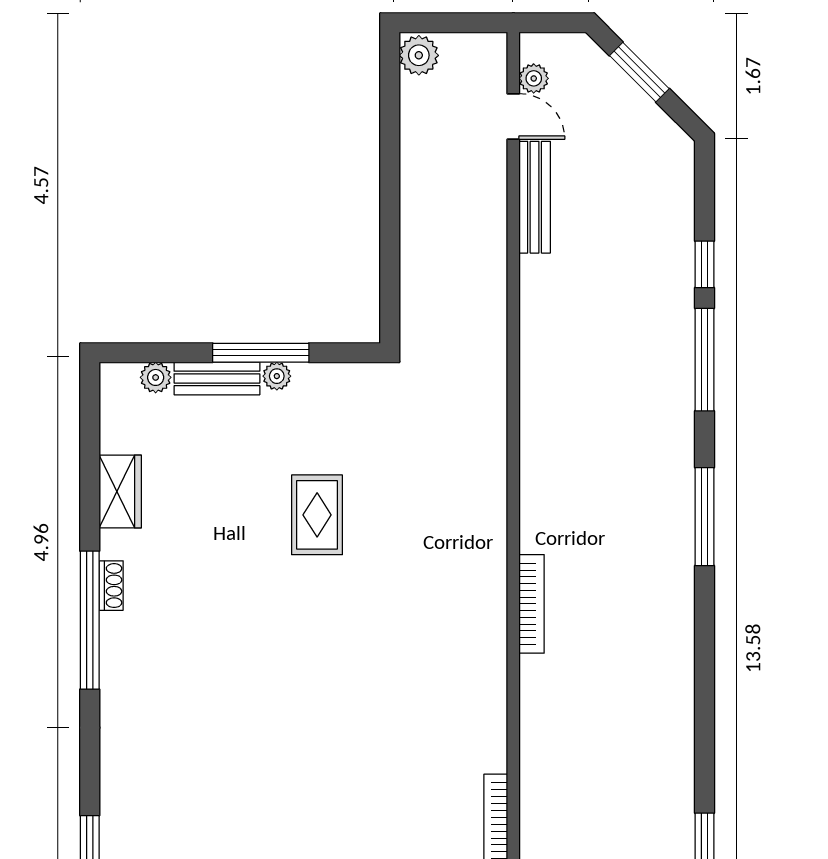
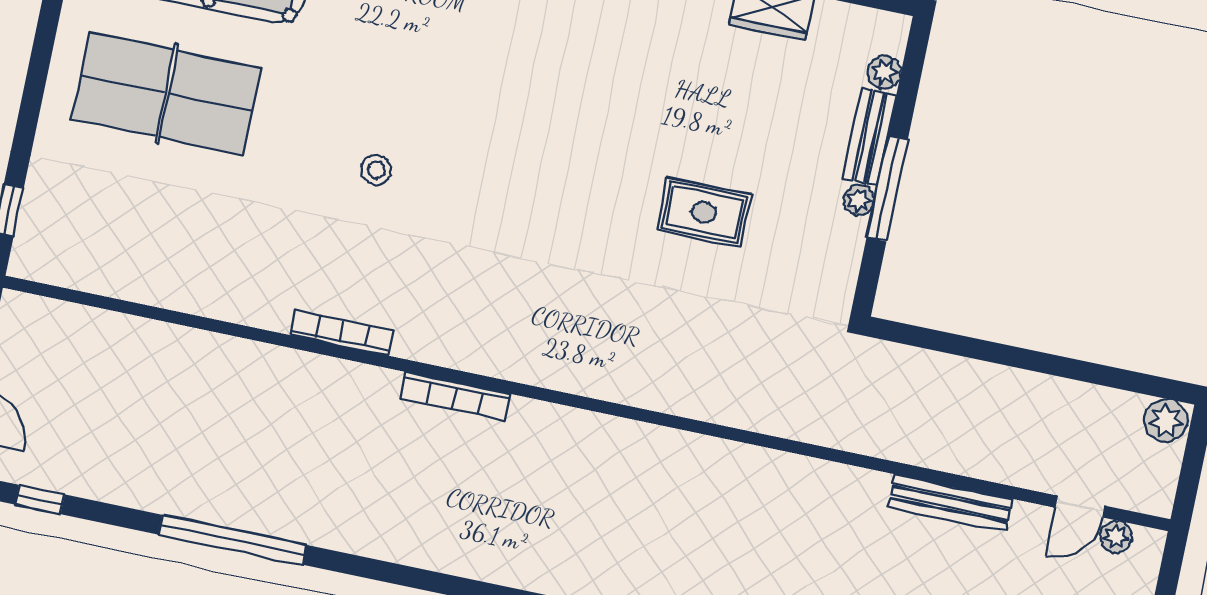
bench: (535, 197) -> (951, 503), moved
bookcase: (532, 604) -> (455, 396), moved
stool: (341, 821) -> (376, 170), added

